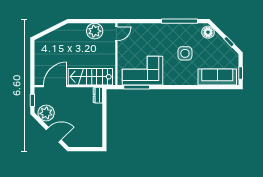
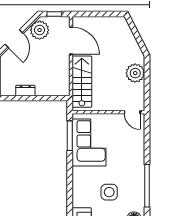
plant: (95, 31) -> (135, 73), moved
dresser: (98, 95) -> (25, 90), moved

